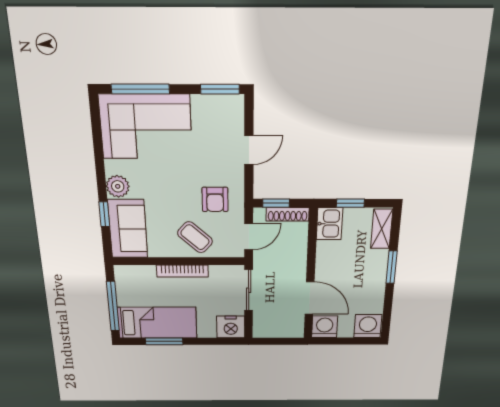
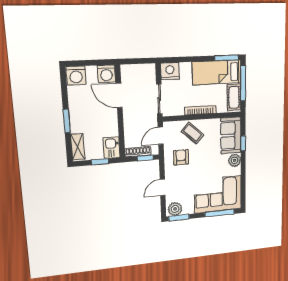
plant: (227, 107) -> (175, 209), added
cot: (127, 287) -> (234, 97), added
window: (164, 341) -> (227, 58), moved

